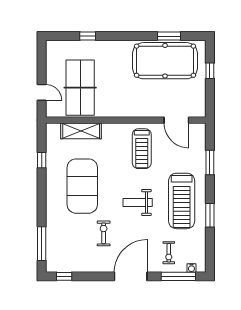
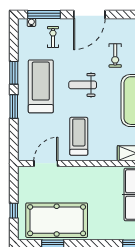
door: (176, 120) -> (46, 163), hinge flipped
window: (210, 162) -> (14, 106), moved
weight bench: (138, 202) -> (83, 85), turned 180

